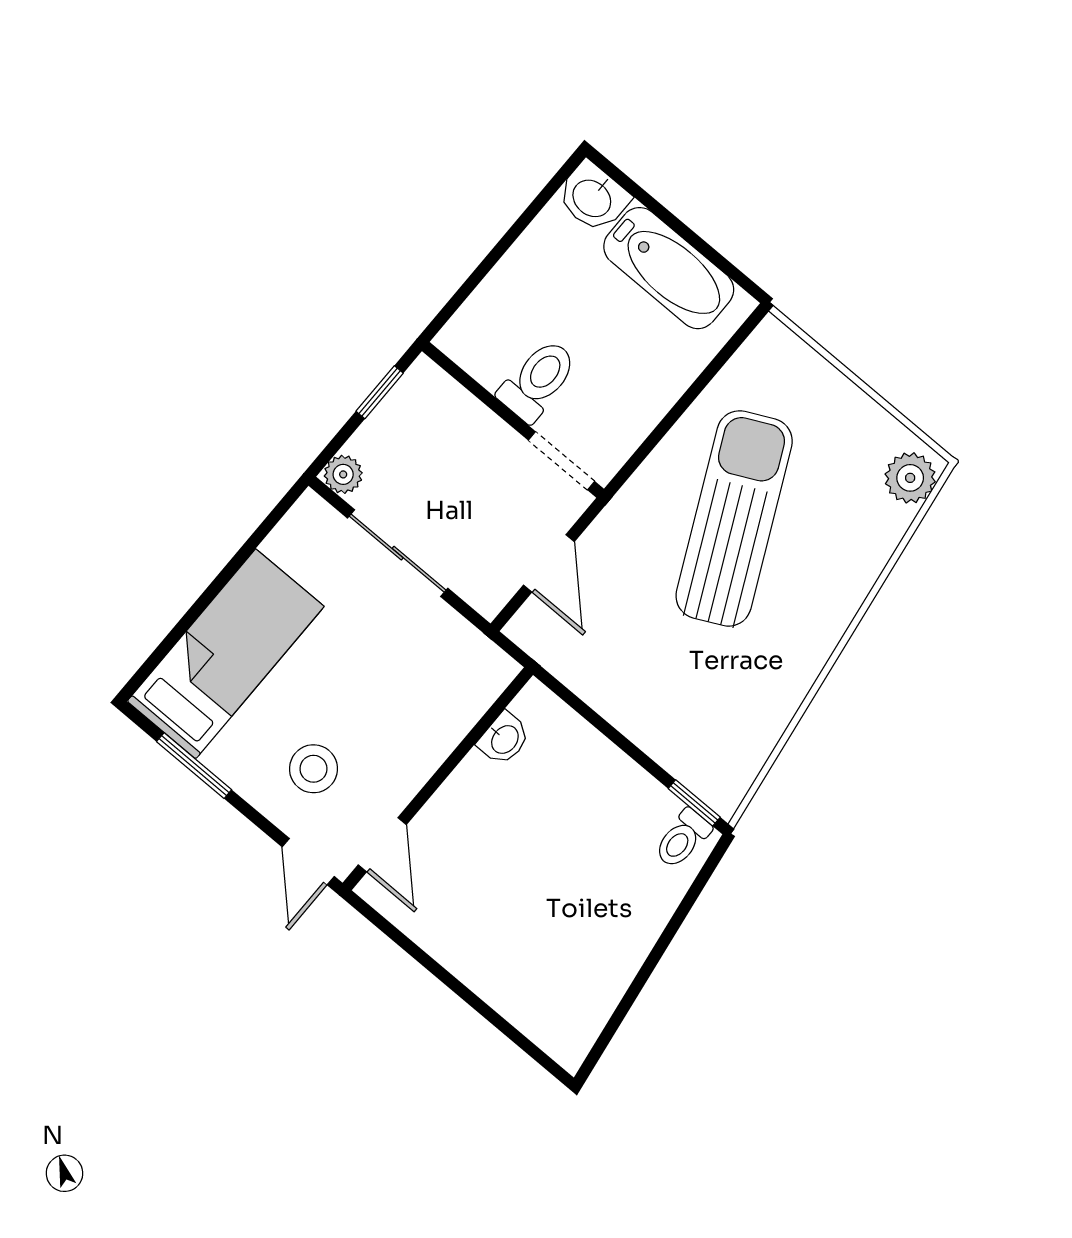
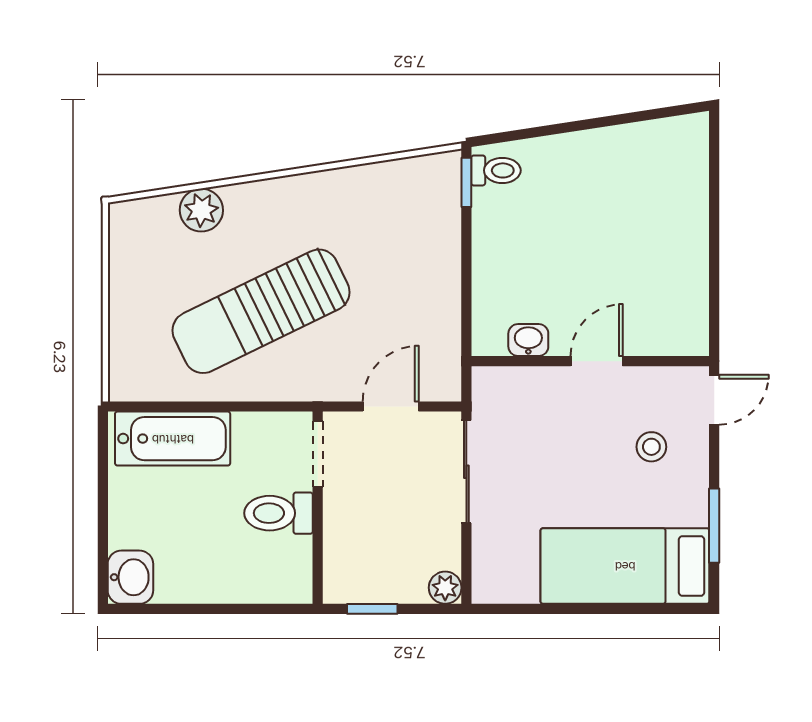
bathtub: (669, 268) -> (173, 439), moved, turned 90
plant: (910, 478) -> (201, 210), moved
sliding door: (398, 553) -> (466, 472), moved
stool: (313, 769) -> (651, 447), width x0.73, depth x0.73
door: (382, 845) -> (597, 361), moved

